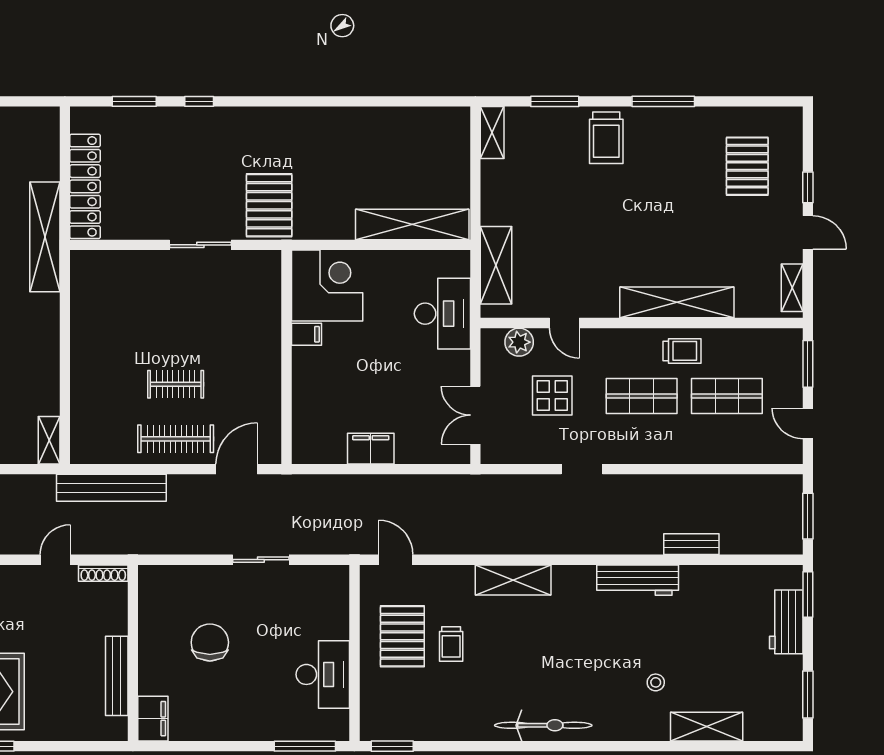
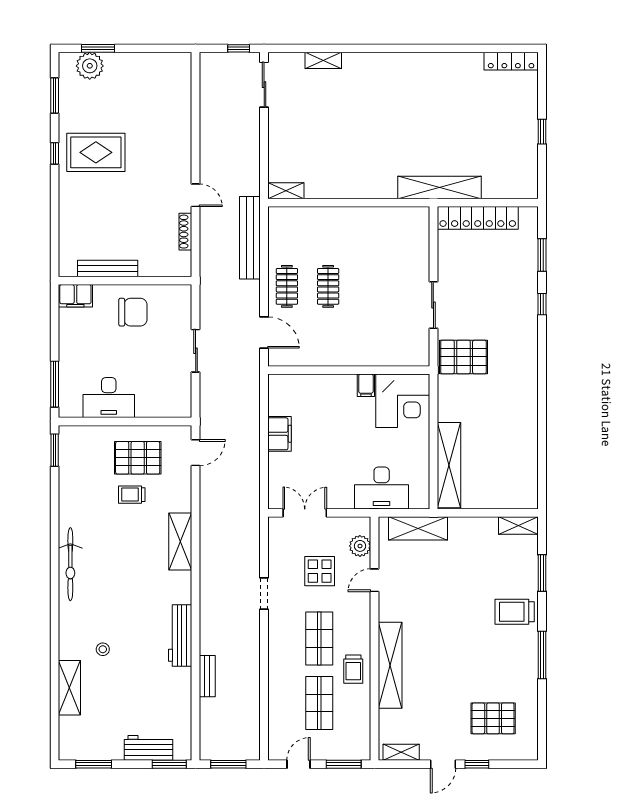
clothes rail: (176, 439) -> (287, 286), width x0.73
wall: (133, 653) -> (125, 281), moved
bench: (117, 676) -> (108, 268), moved
filing cabinet: (153, 719) -> (75, 296), moved

